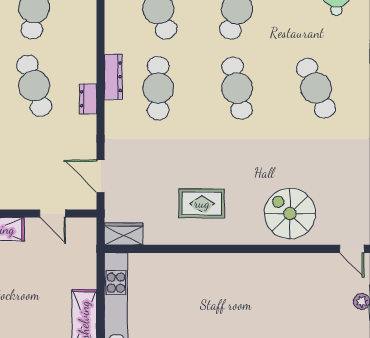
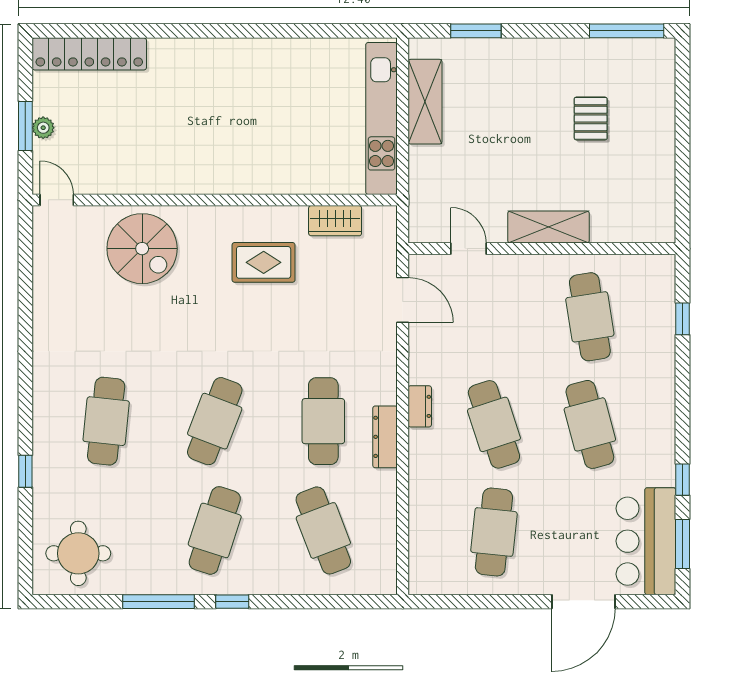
cafe table: (237, 88) -> (215, 421), turned 33
cafe table: (316, 88) -> (106, 421), turned 30
wardrobe: (124, 234) -> (335, 221), moved

